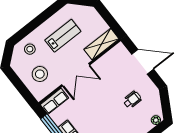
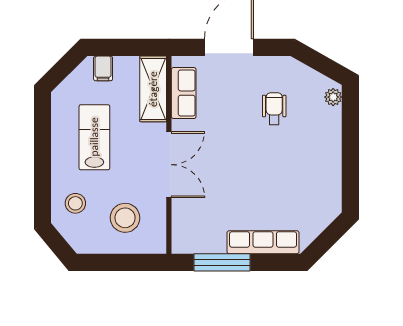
filing cabinet: (94, 17) -> (103, 68), added
row of seats: (54, 101) -> (184, 93), moved

